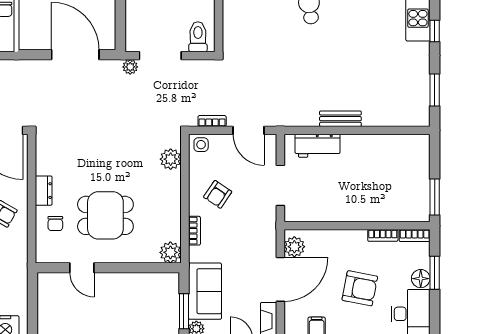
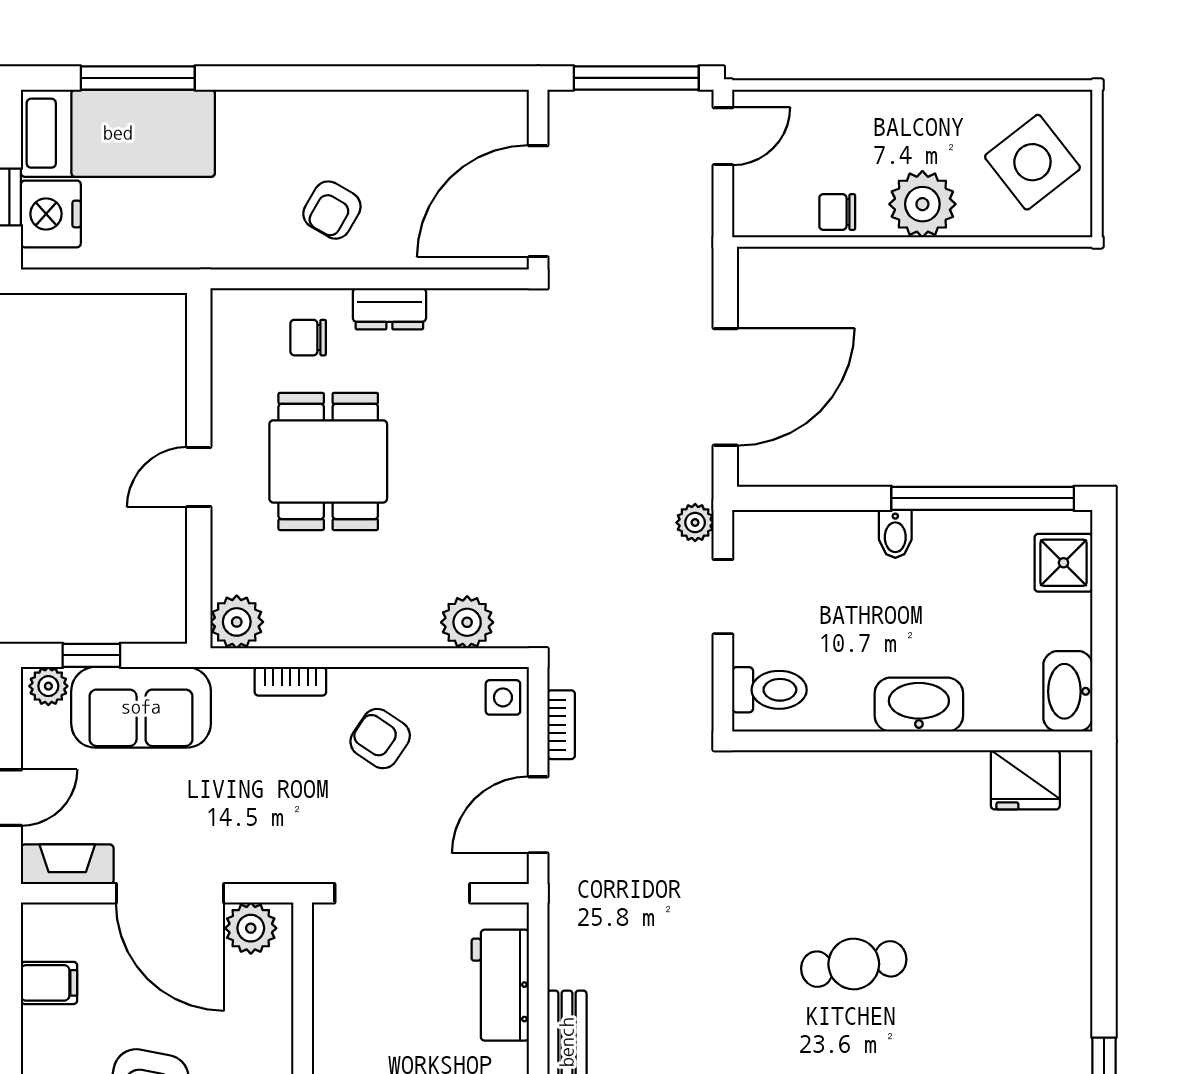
doorway: (160, 56) -> (723, 597), width x0.73
doorway: (280, 185) -> (402, 893), width x1.36
door: (82, 268) -> (199, 477), moved
window: (184, 311) -> (91, 655), width x0.67

